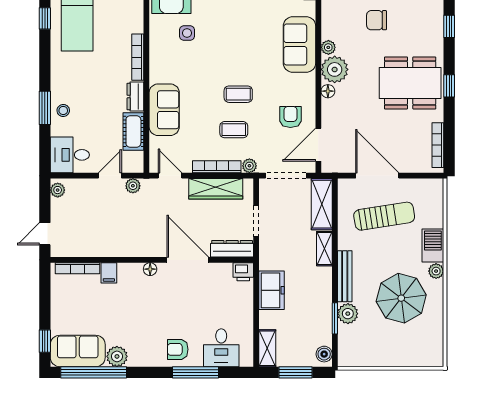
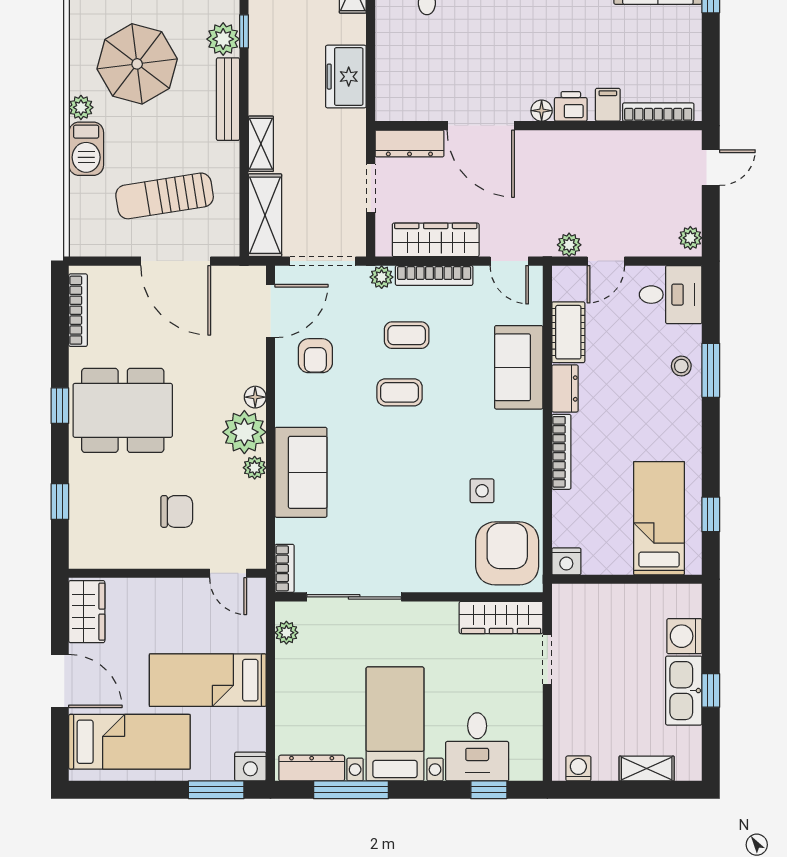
printer: (243, 272) -> (571, 106), moved
window: (335, 318) -> (244, 31), width x0.67

